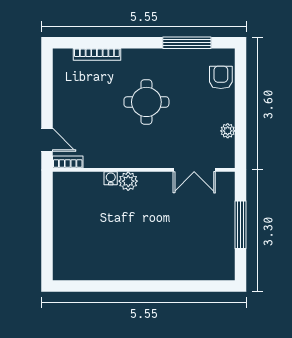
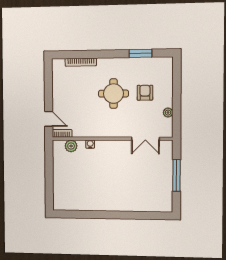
window: (187, 43) -> (141, 53), width x0.69
armchair: (221, 77) -> (145, 93), moved
plant: (128, 181) -> (71, 146), moved

